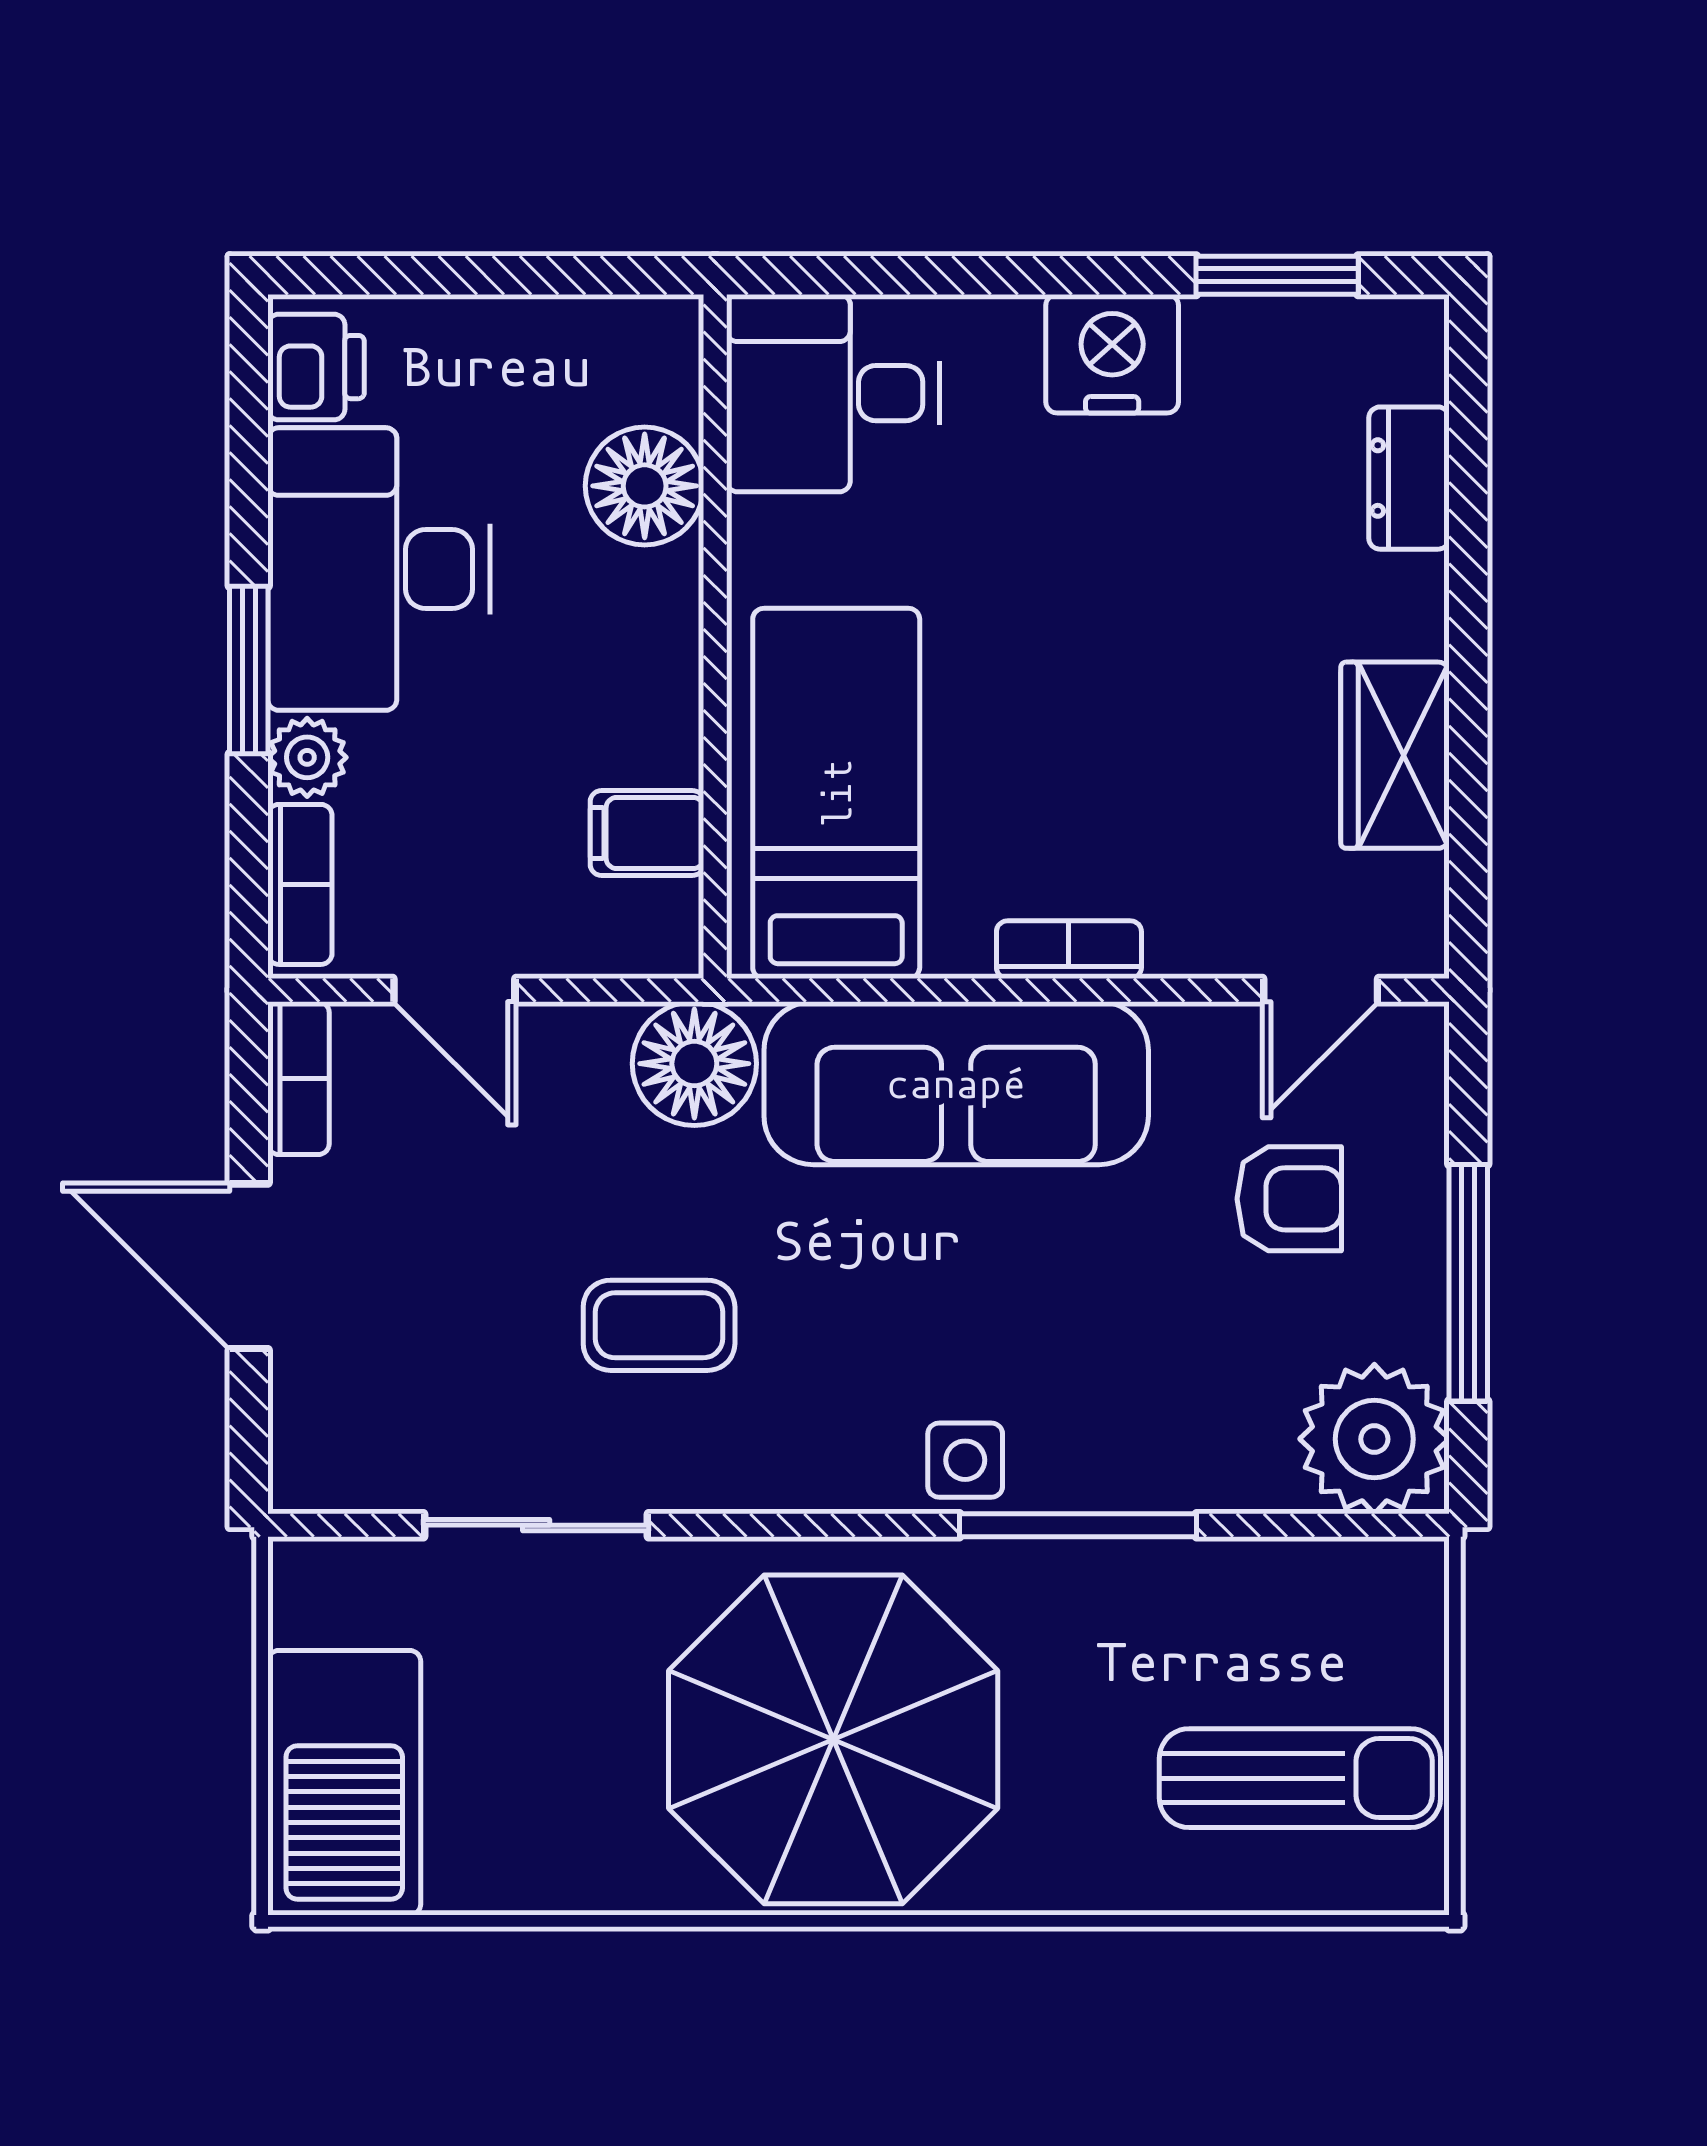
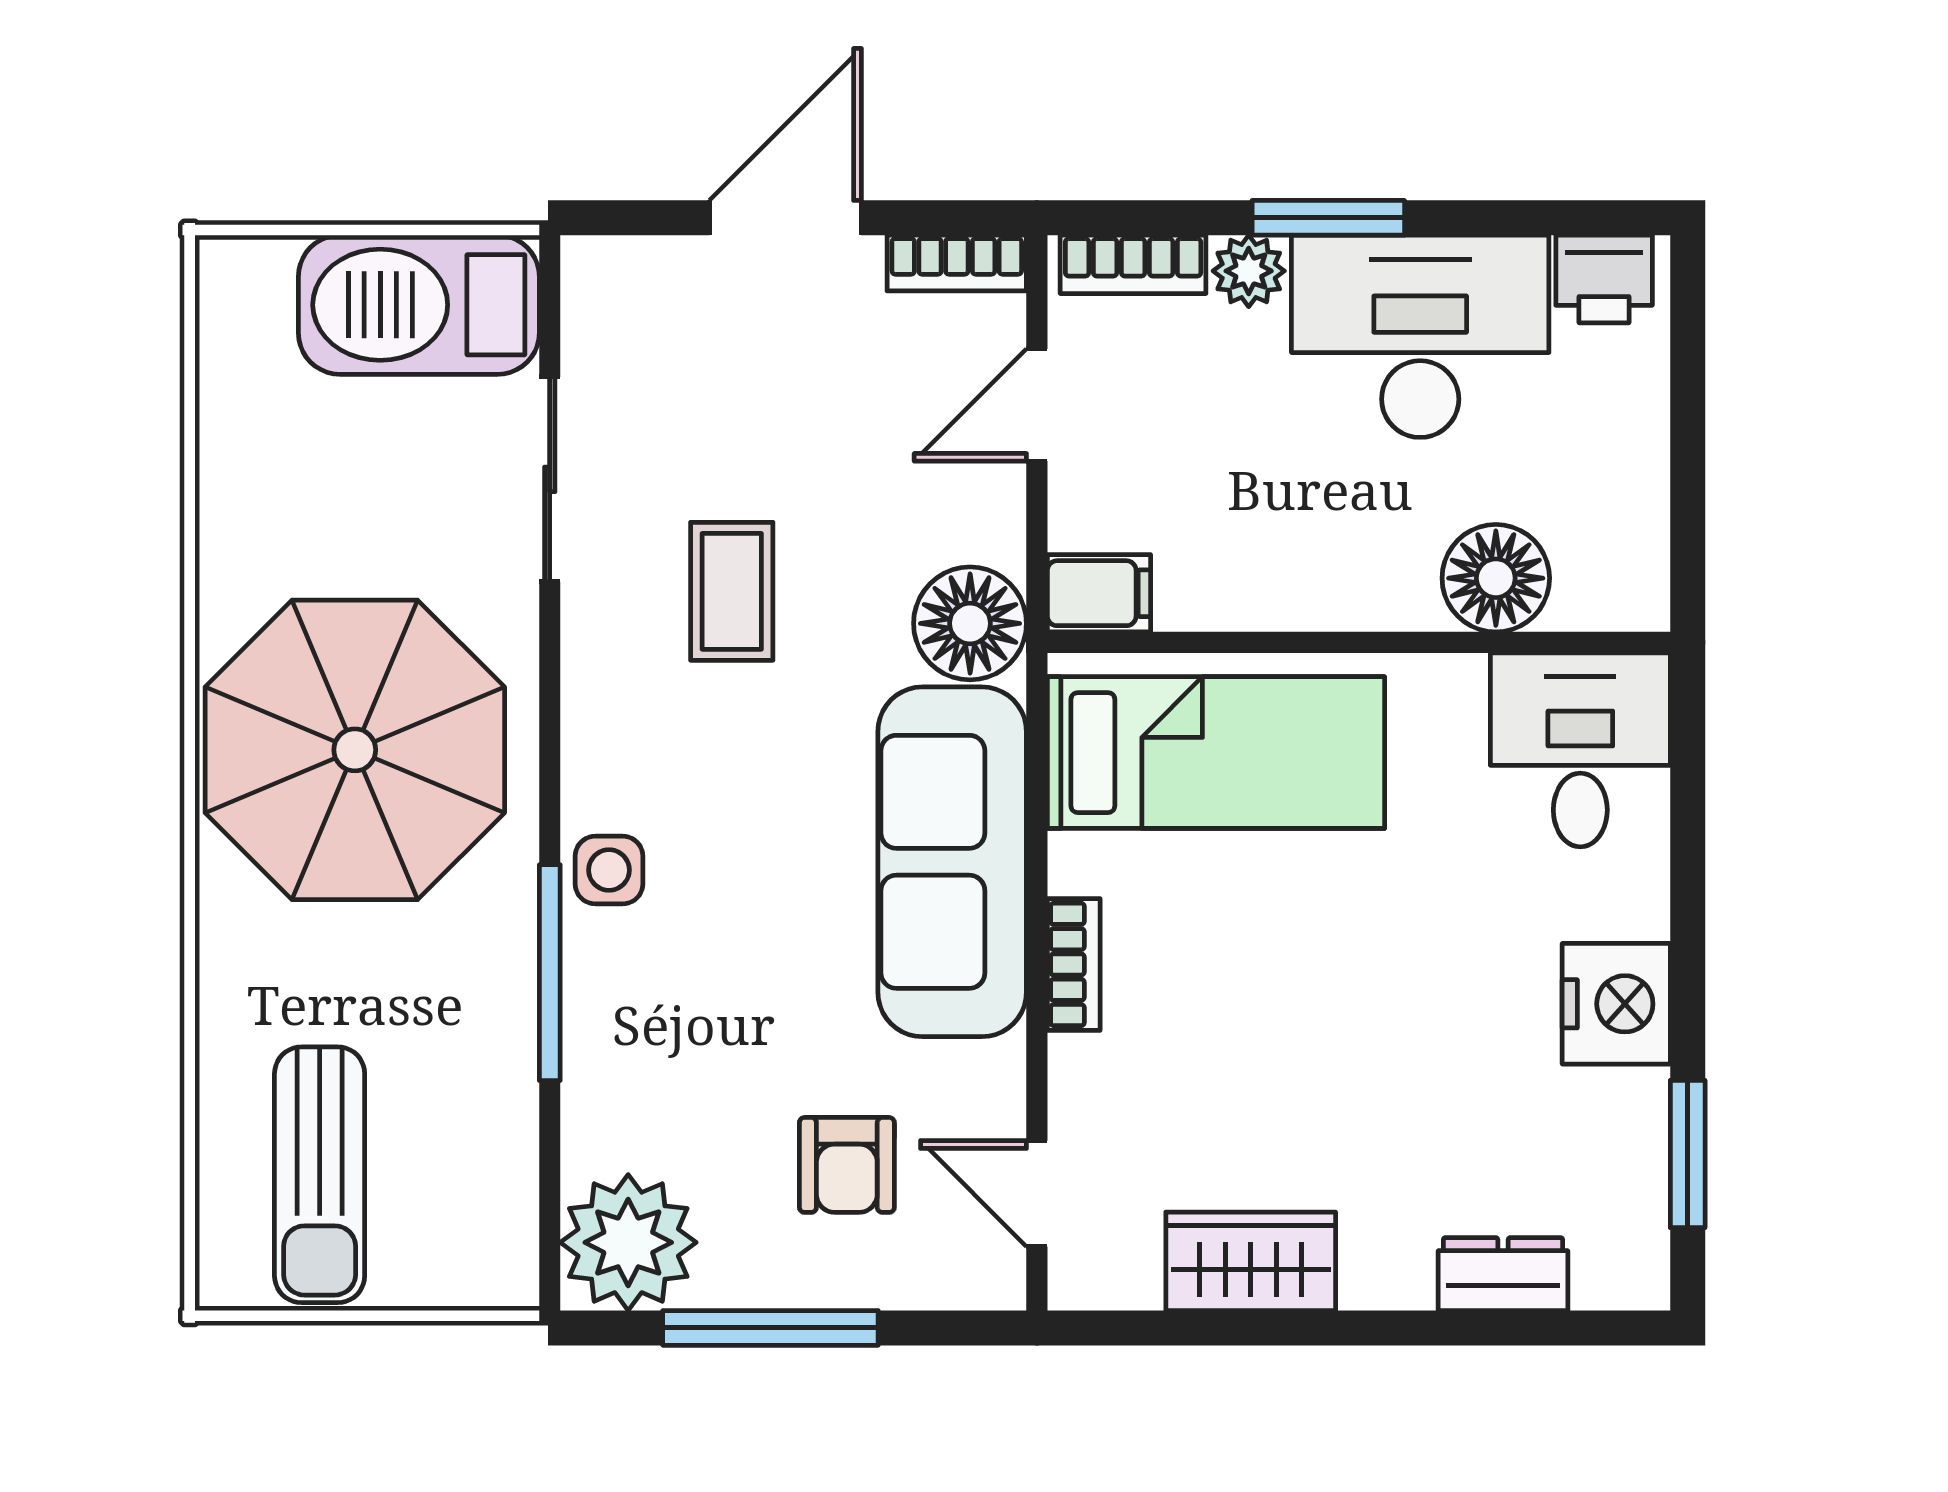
filing cabinet: (647, 833) -> (1099, 593), moved, turned 90
barbecue: (344, 1783) -> (419, 305), moved

